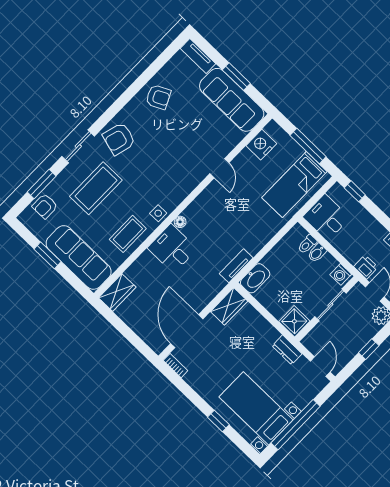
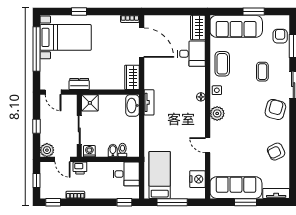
coffee table: (96, 188) -> (262, 72), width x0.54, depth x0.58
plant: (180, 190) -> (217, 113), added
desk: (172, 248) -> (191, 54), moved

